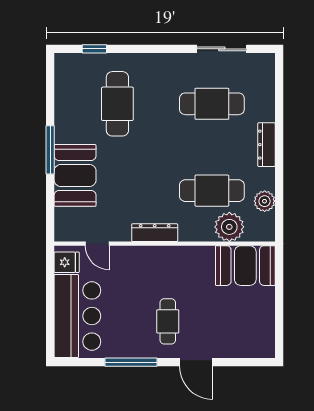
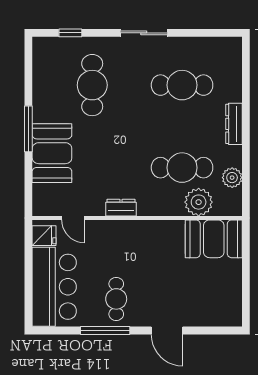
sliding door: (222, 49) -> (144, 33), moved
dresser: (155, 233) -> (121, 208), width x0.70
cafe table: (168, 321) -> (116, 299), moved

